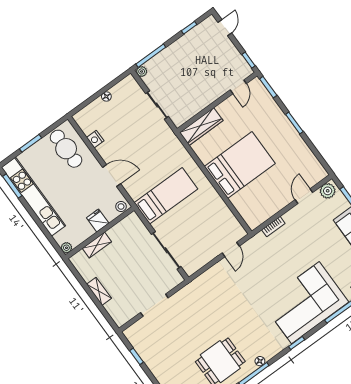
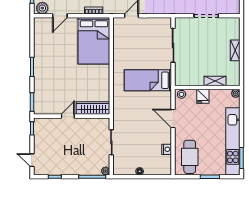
door: (225, 28) -> (32, 160), hinge flipped
door: (238, 87) -> (68, 116), moved
bed: (240, 165) -> (94, 41), moved, turned -90

